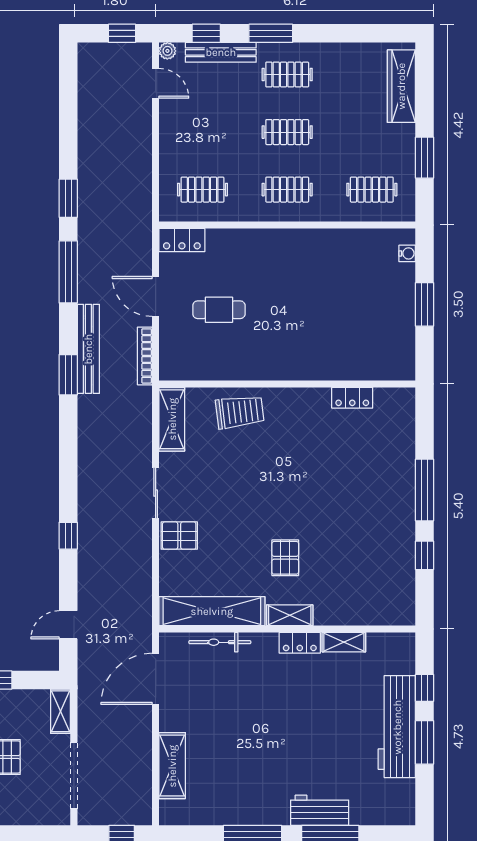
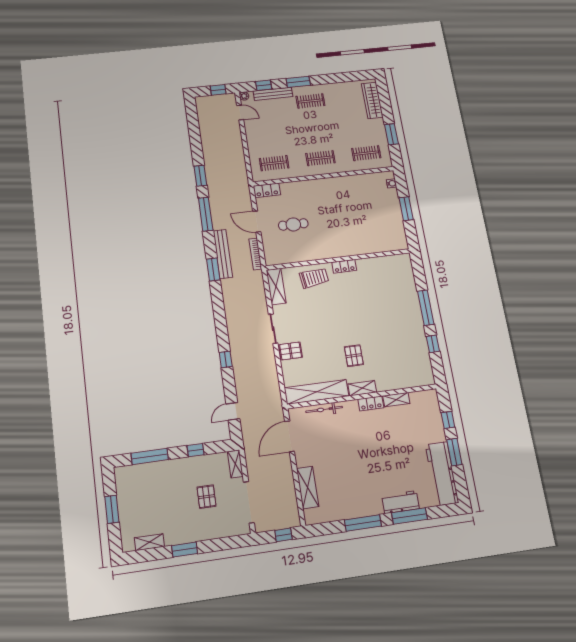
clothes rail: (287, 132) -> (315, 129), removed
locker: (352, 398) -> (344, 266), moved
workbench: (397, 727) -> (442, 474), moved

